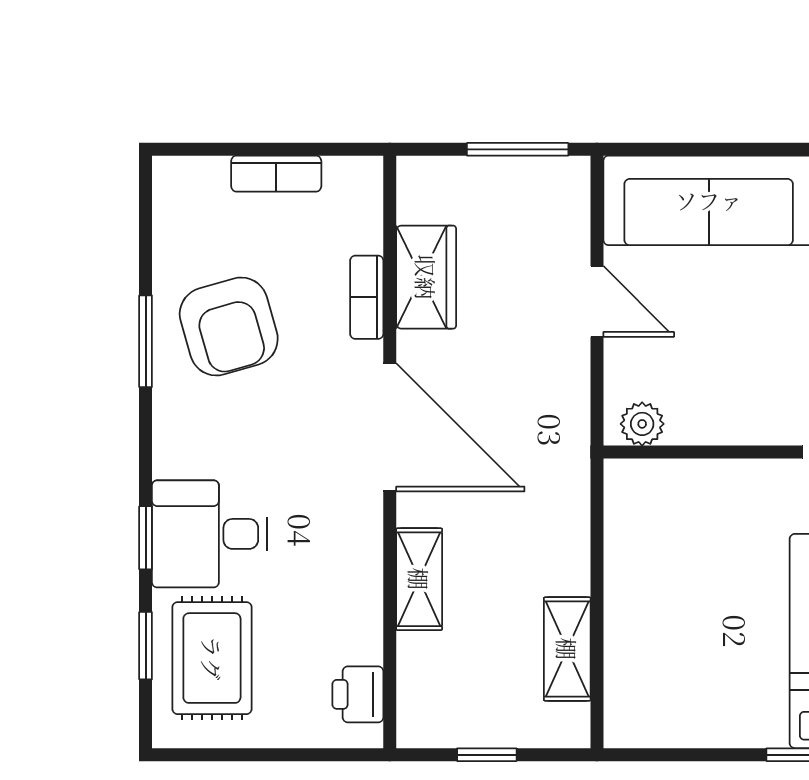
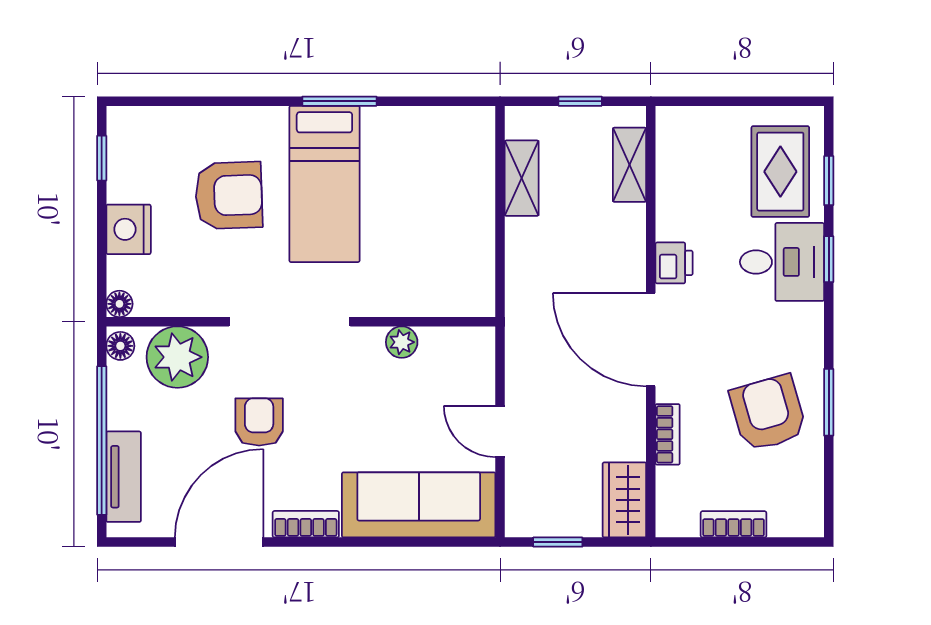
window: (518, 149) -> (558, 542), width x0.67
wardrobe: (426, 277) -> (624, 500), moved
plant: (642, 424) -> (402, 342), moved
shelving: (419, 579) -> (629, 165), moved
printer: (358, 694) -> (674, 263), moved

